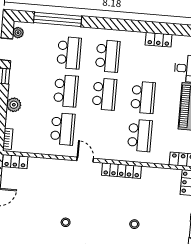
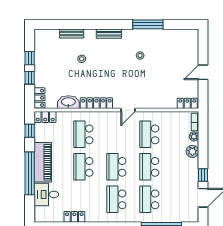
plant: (18, 33) -> (194, 136), moved
door: (85, 160) -> (128, 110), hinge flipped
washbasin: (154, 175) -> (68, 102), added

